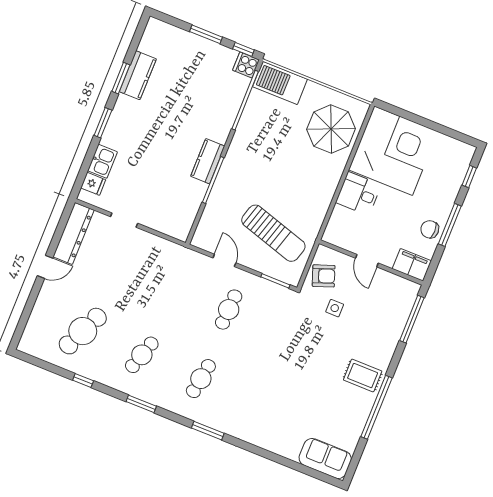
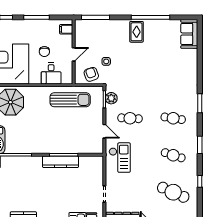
kitchen counter: (208, 161) -> (61, 162), width x1.50
desk: (358, 194) -> (51, 73), moved
chair: (430, 229) -> (44, 52), moved
sun lounger: (273, 233) -> (70, 100), moved, turned 73
door: (224, 260) -> (104, 131), swing flipped
filing cabinet: (412, 265) -> (66, 29), width x0.50
checkout: (172, 268) -> (120, 158), added
plant: (273, 293) -> (111, 98), added

